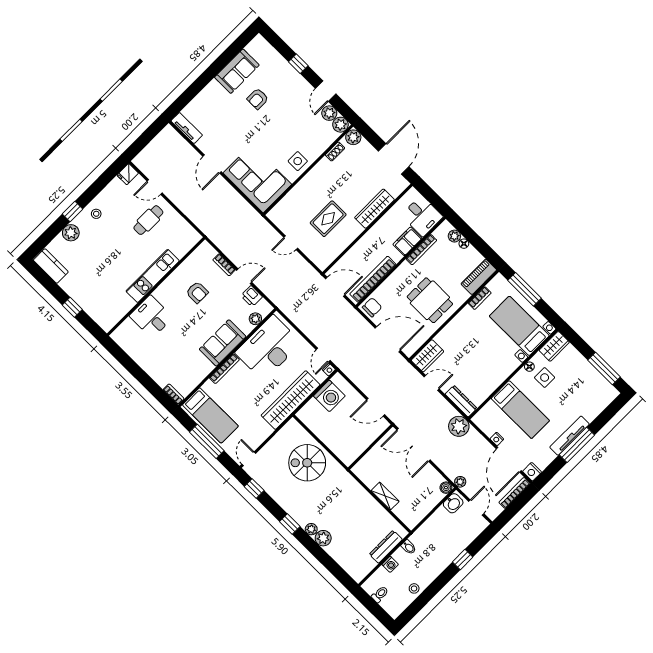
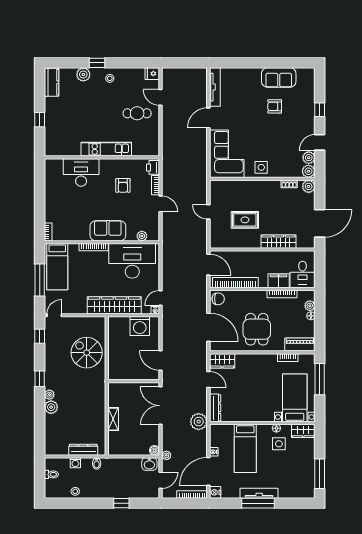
tv unit: (187, 128) -> (215, 87), width x1.41
printer: (252, 296) -> (153, 167), moved
desk: (151, 317) -> (81, 172), width x1.37

